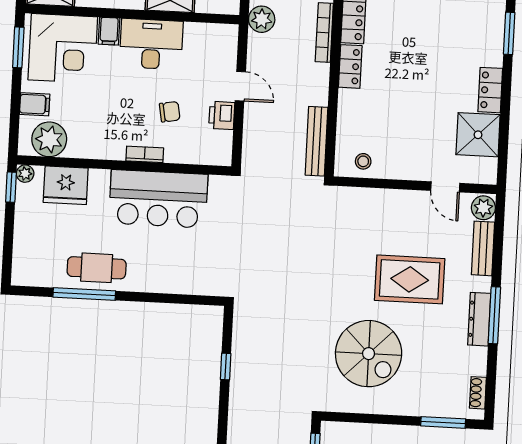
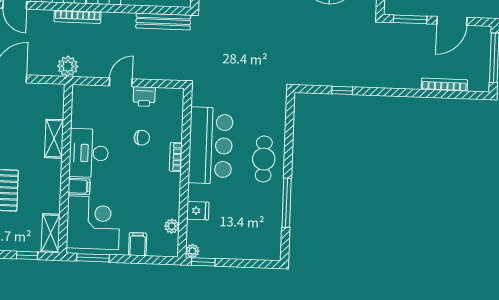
chair: (170, 112) -> (142, 138), turned 100
plant: (49, 139) -> (172, 226), width x0.53, depth x0.53
fridge: (66, 185) -> (198, 211), width x0.53, depth x0.75
cafe table: (97, 268) -> (264, 159), moved

